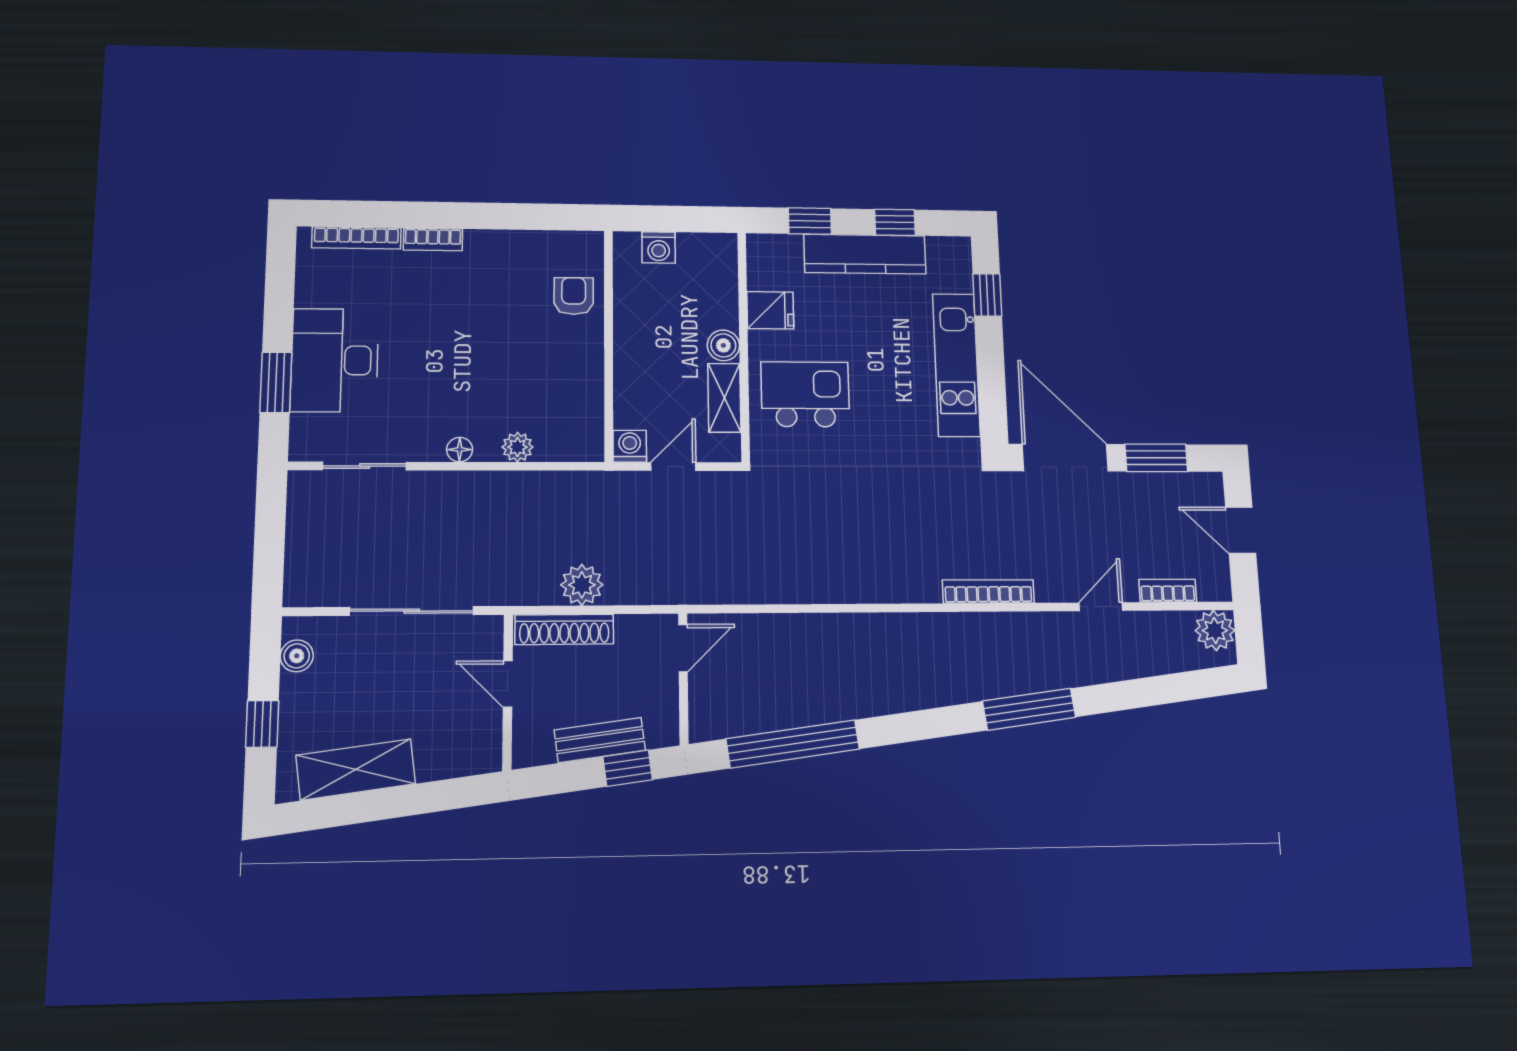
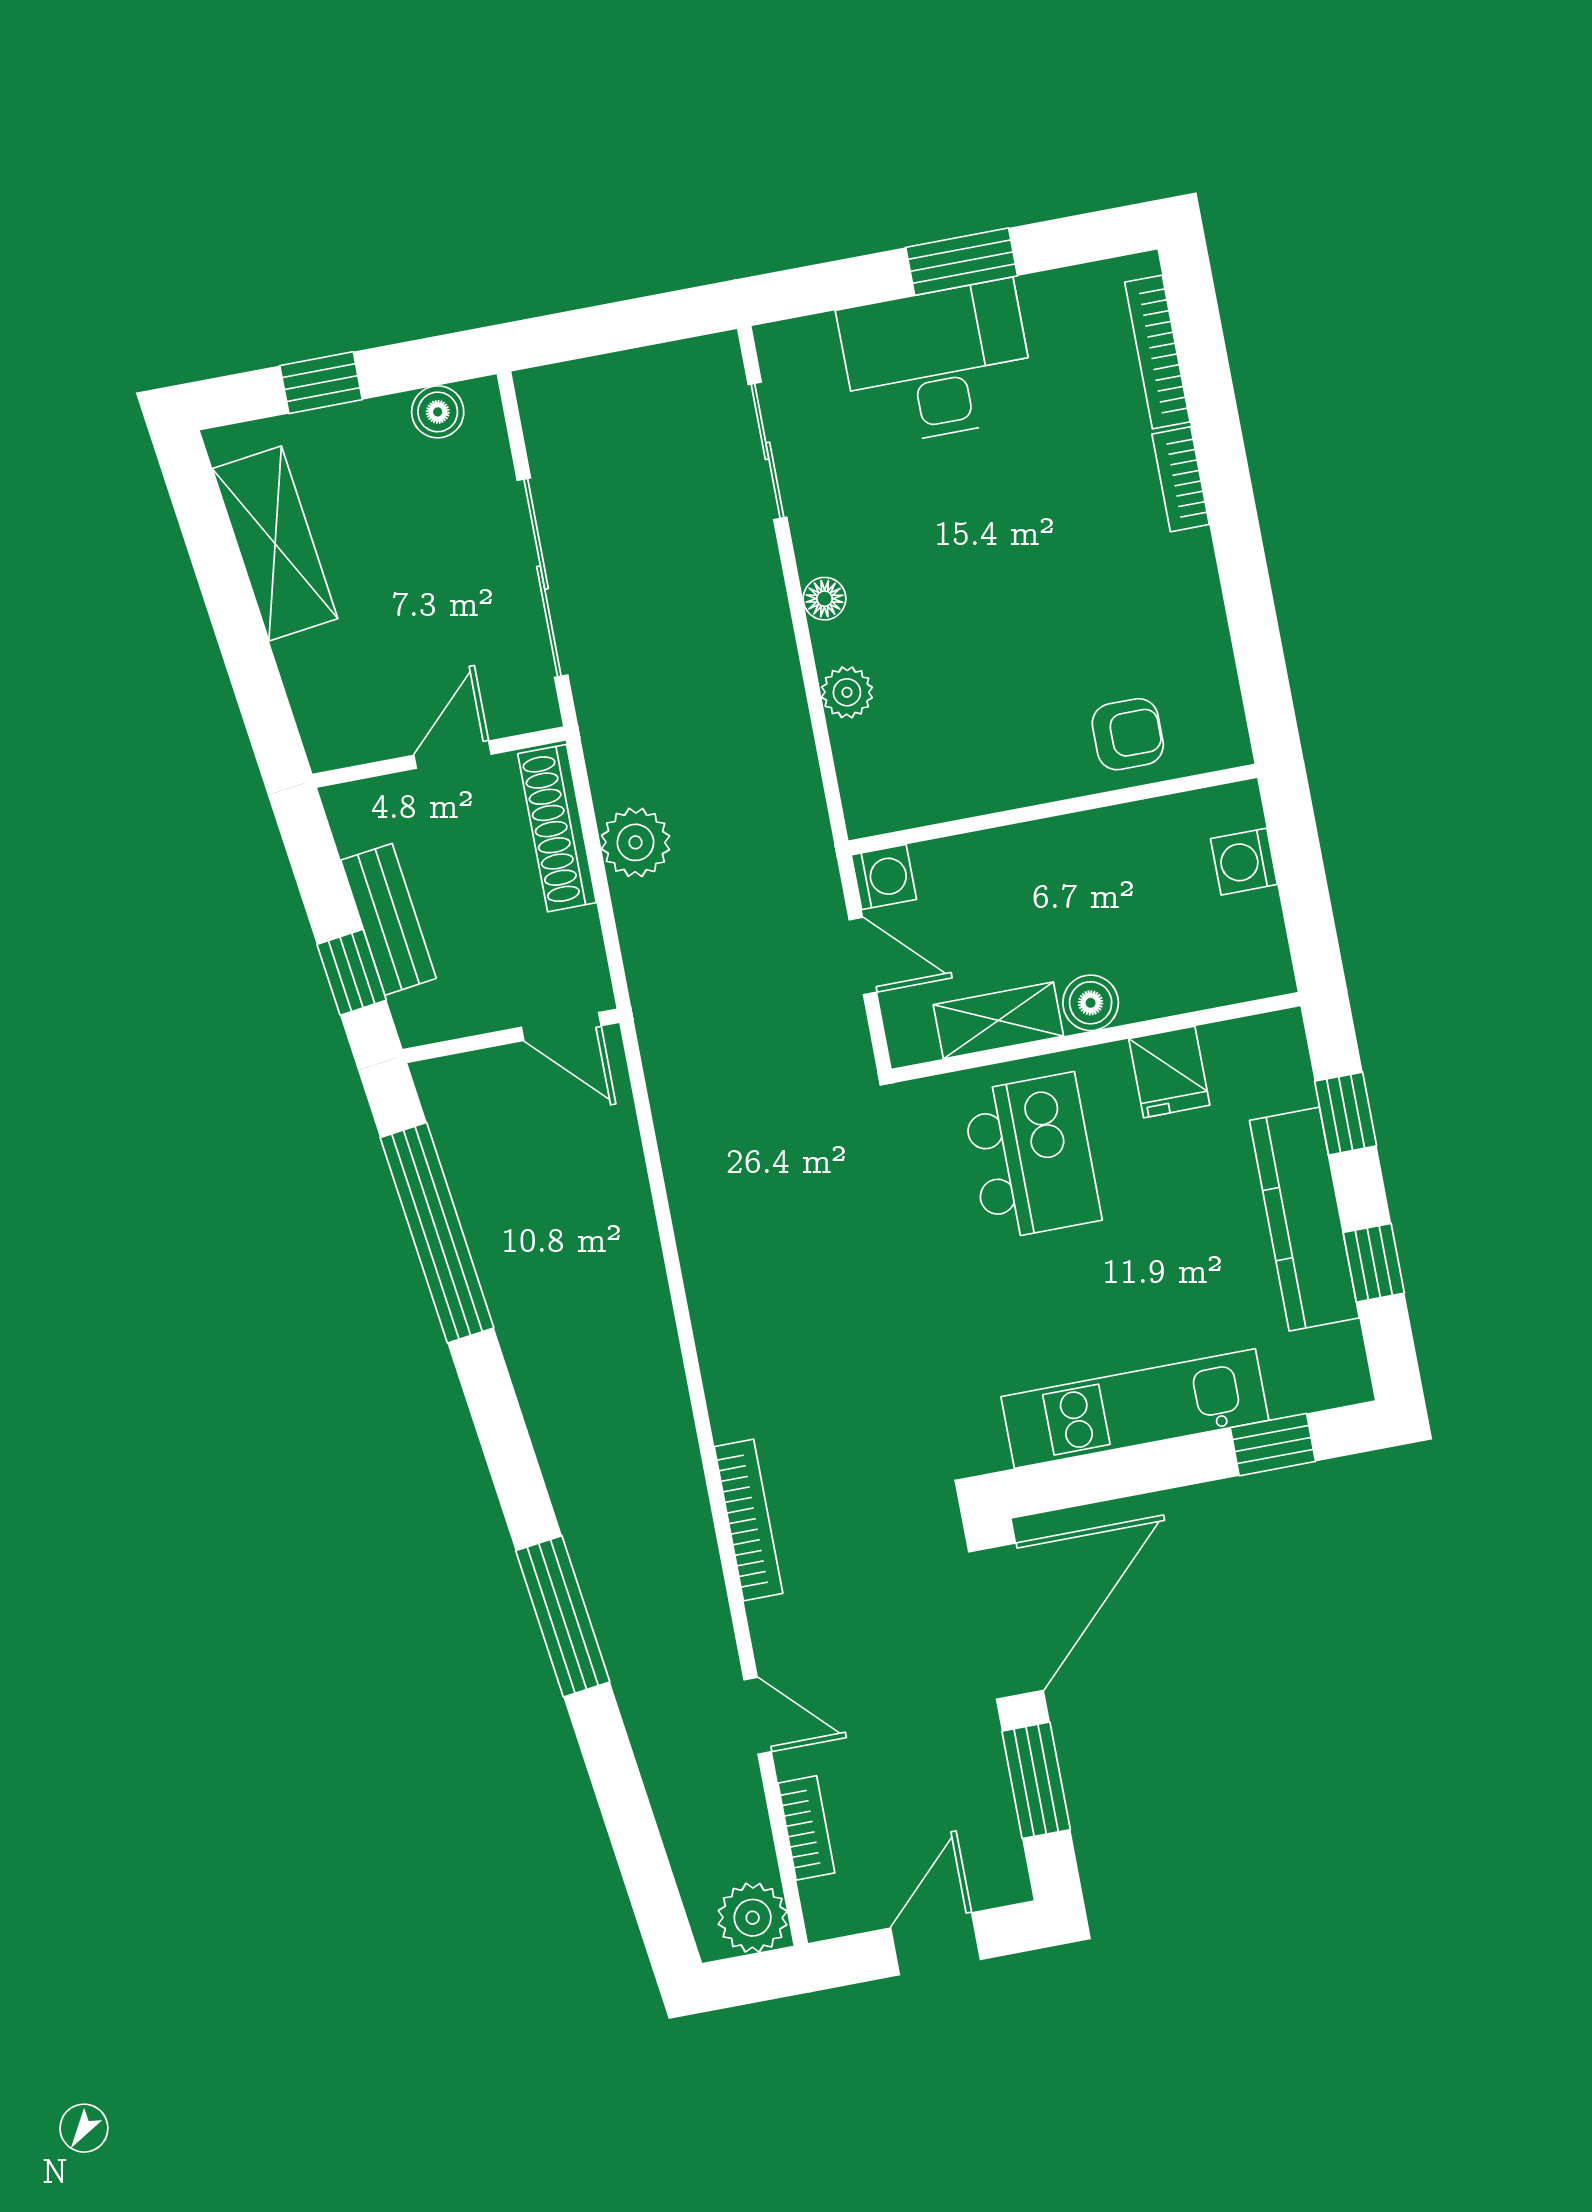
window: (276, 382) -> (962, 262), moved

